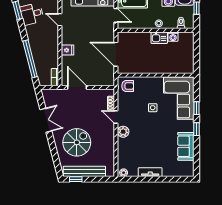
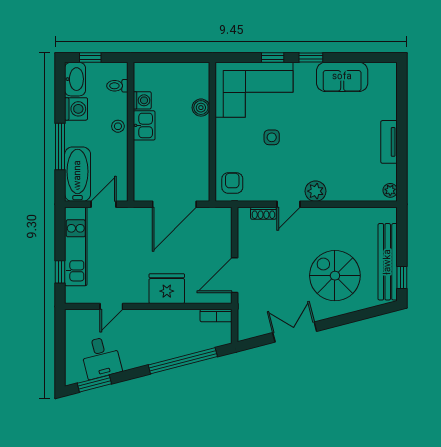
fridge: (68, 50) -> (167, 289), width x1.88, depth x1.34
boiler: (169, 69) -> (201, 108), added

